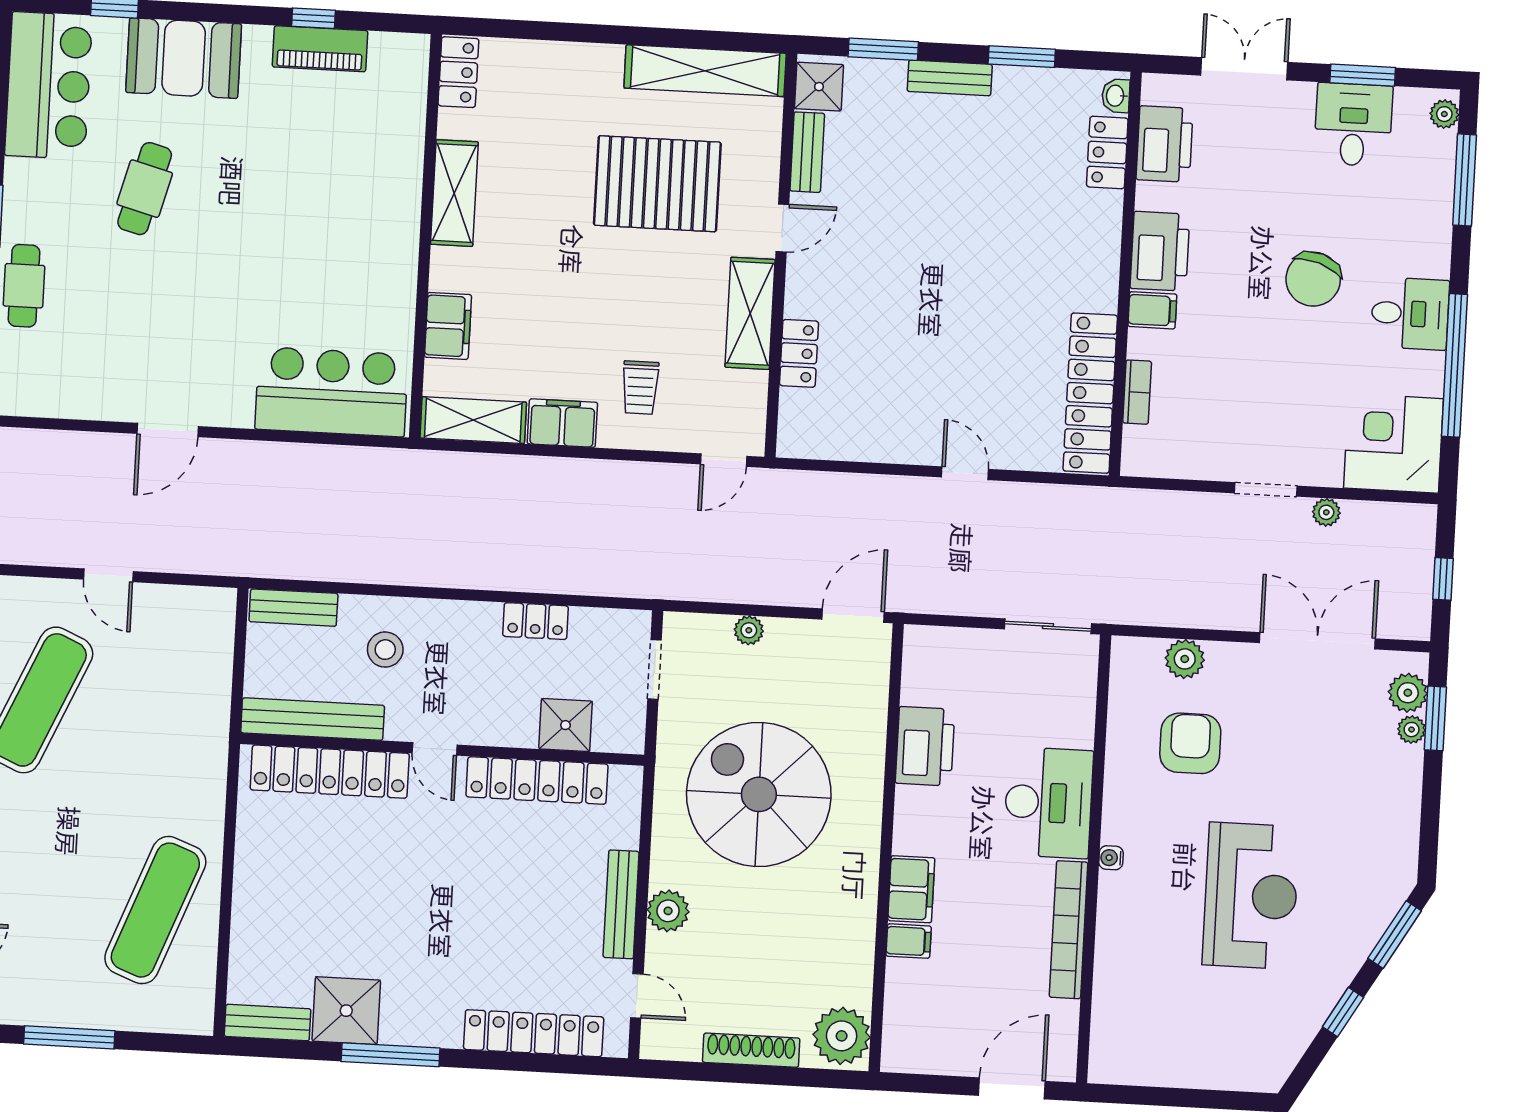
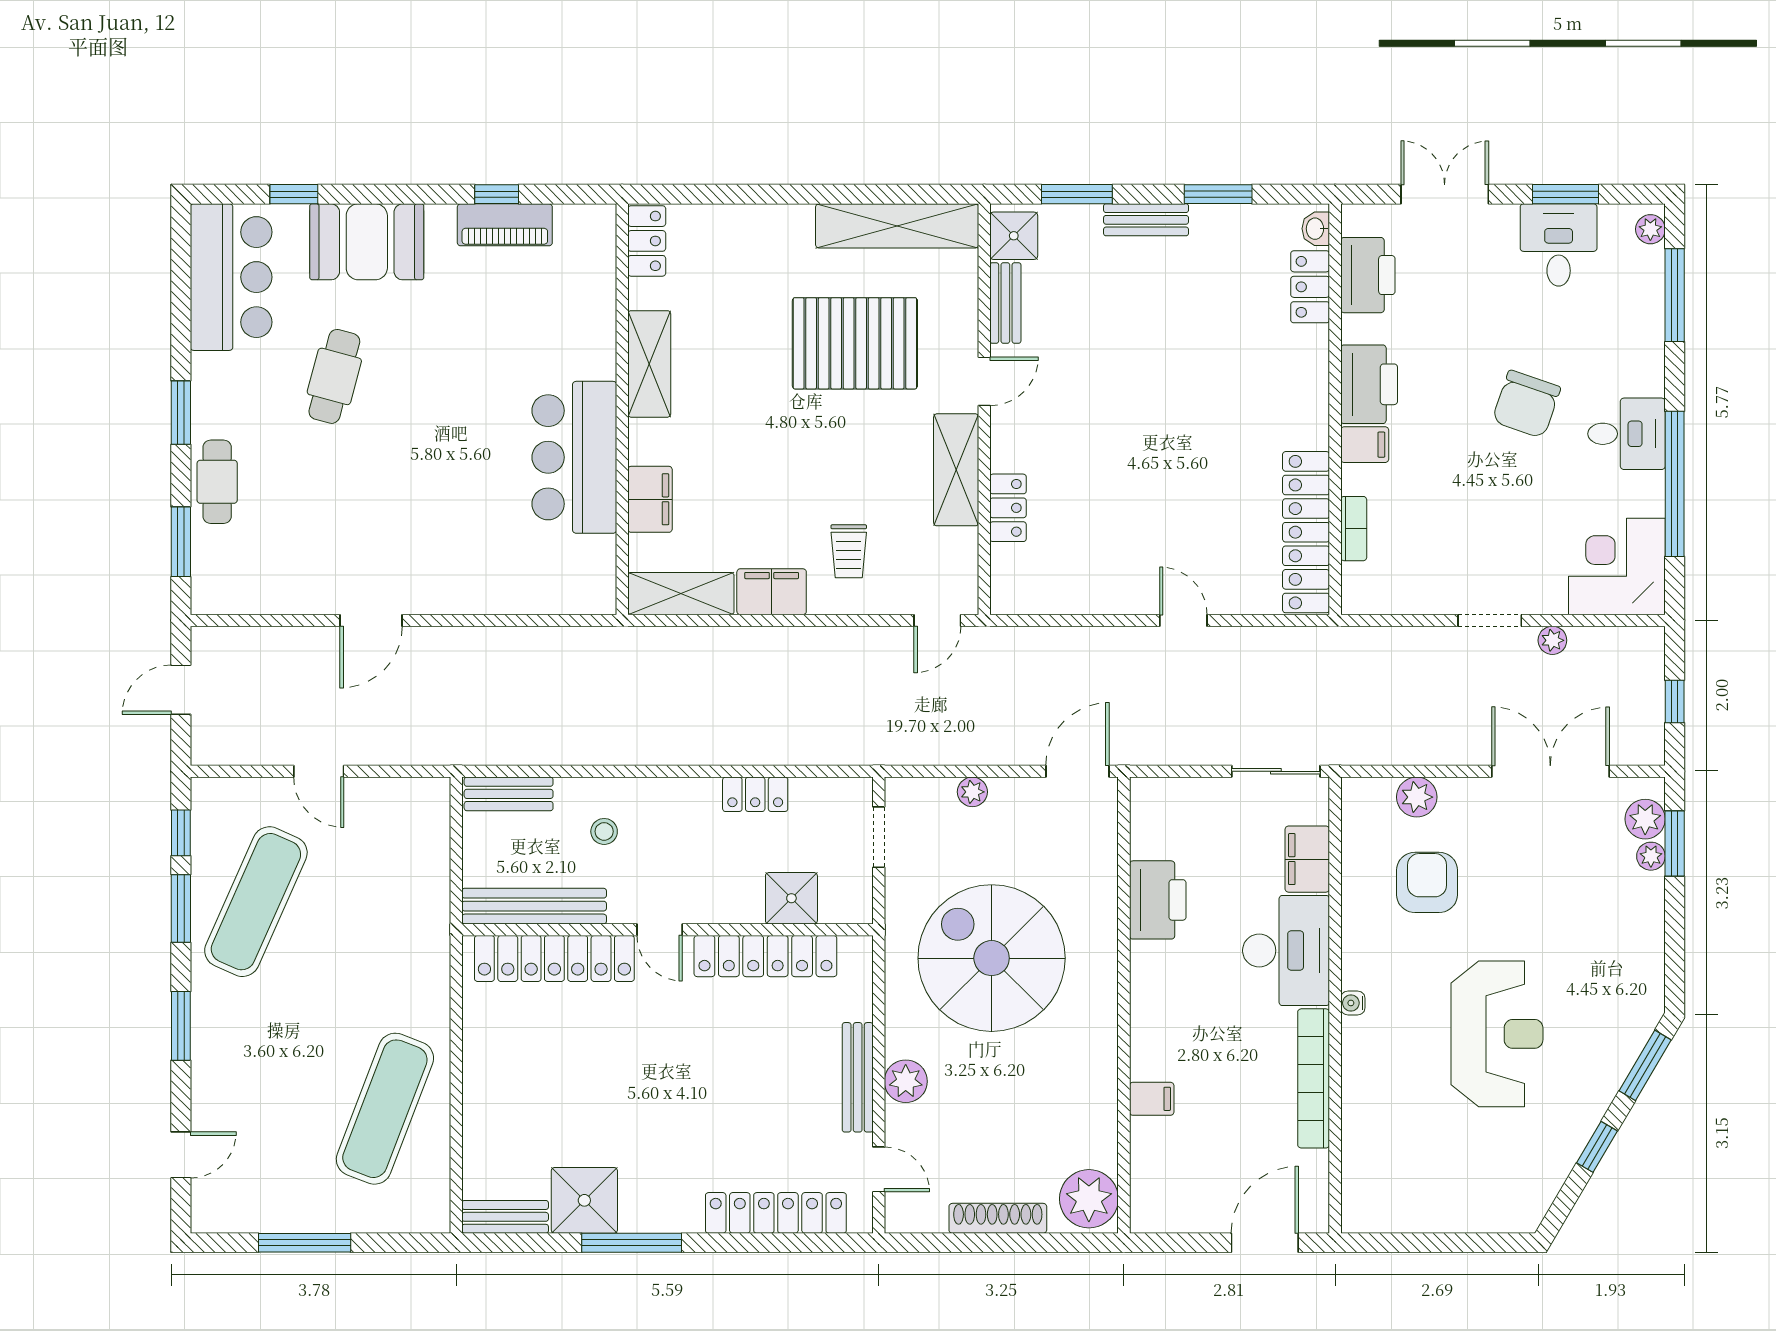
bar counter: (332, 392) -> (574, 457), moved, turned -90
stool: (385, 650) -> (604, 831), width x0.73, depth x0.73
filing cabinet: (911, 889) -> (1307, 859), moved, turned 180

